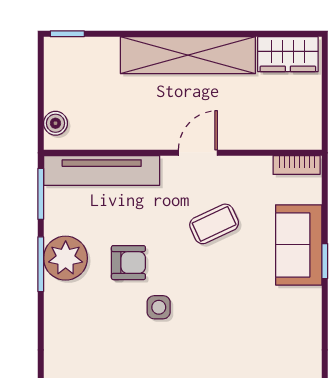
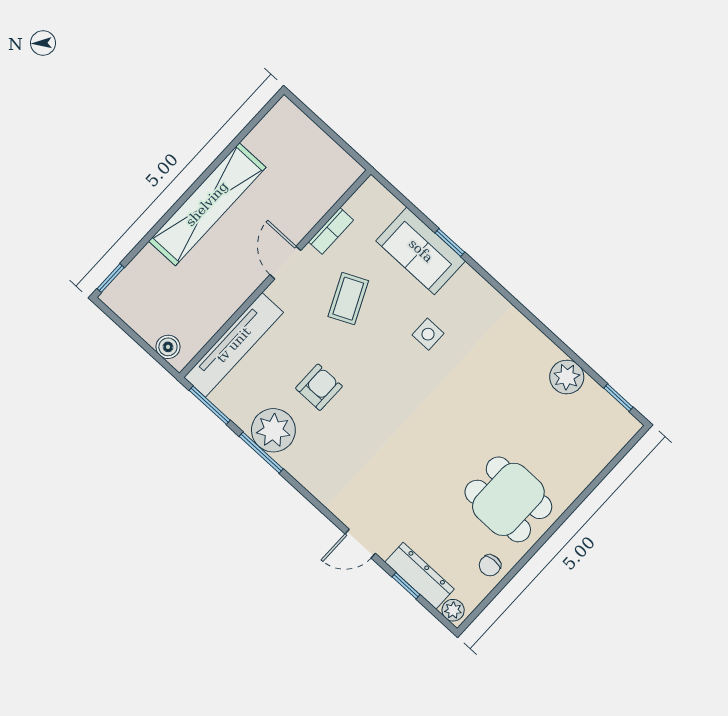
wardrobe: (288, 54) -> (274, 131), removed
bookcase: (297, 165) -> (331, 231), moved
side table: (159, 307) -> (428, 334), moved

